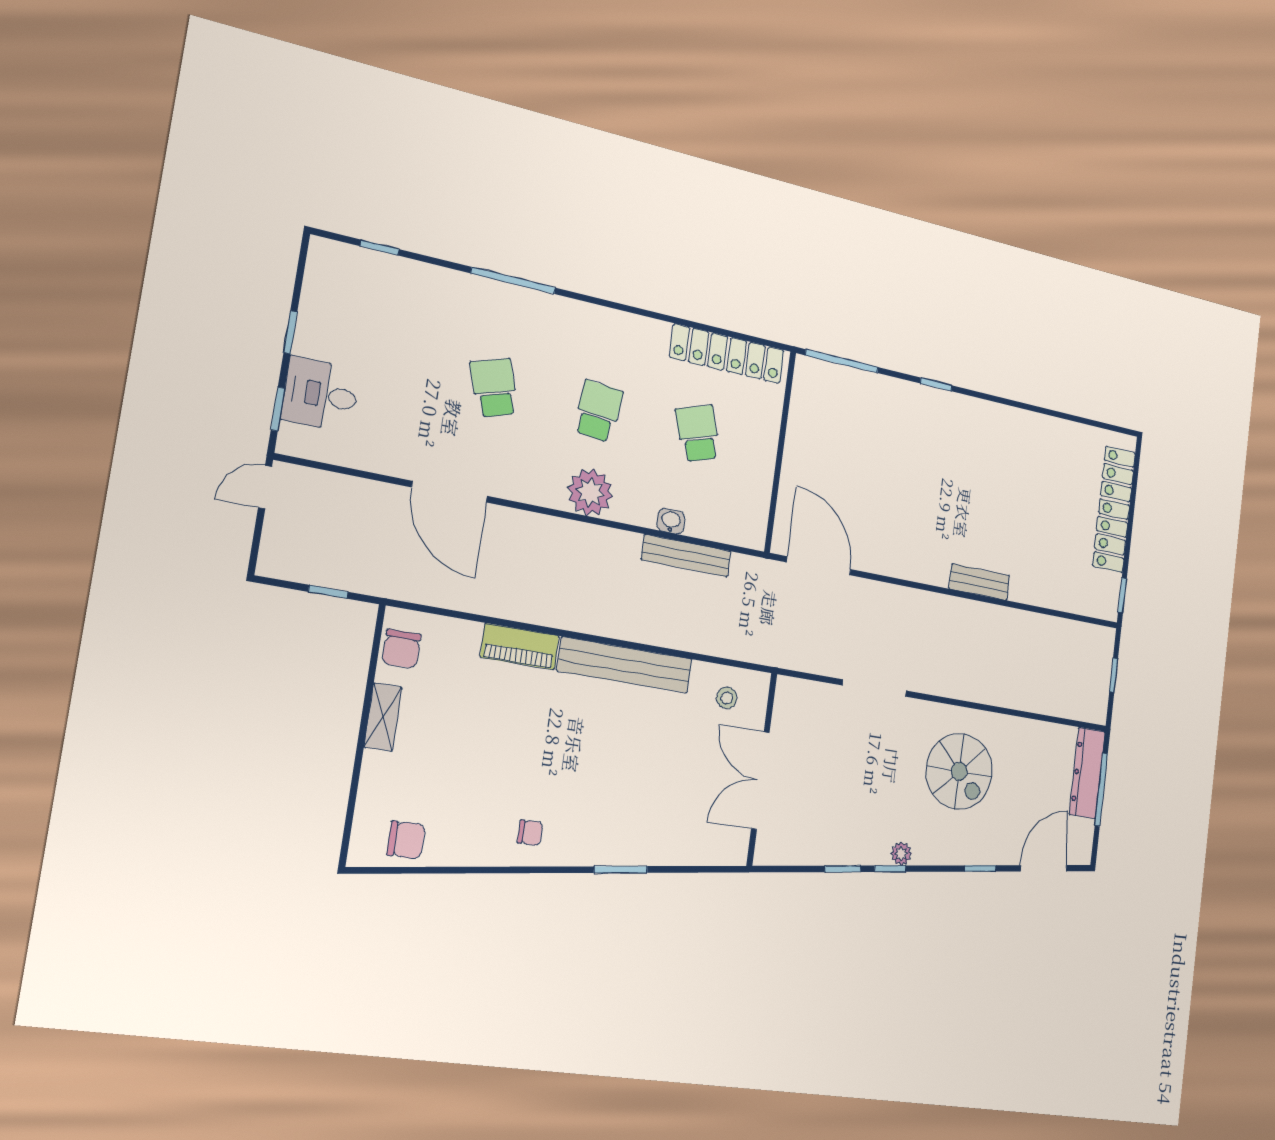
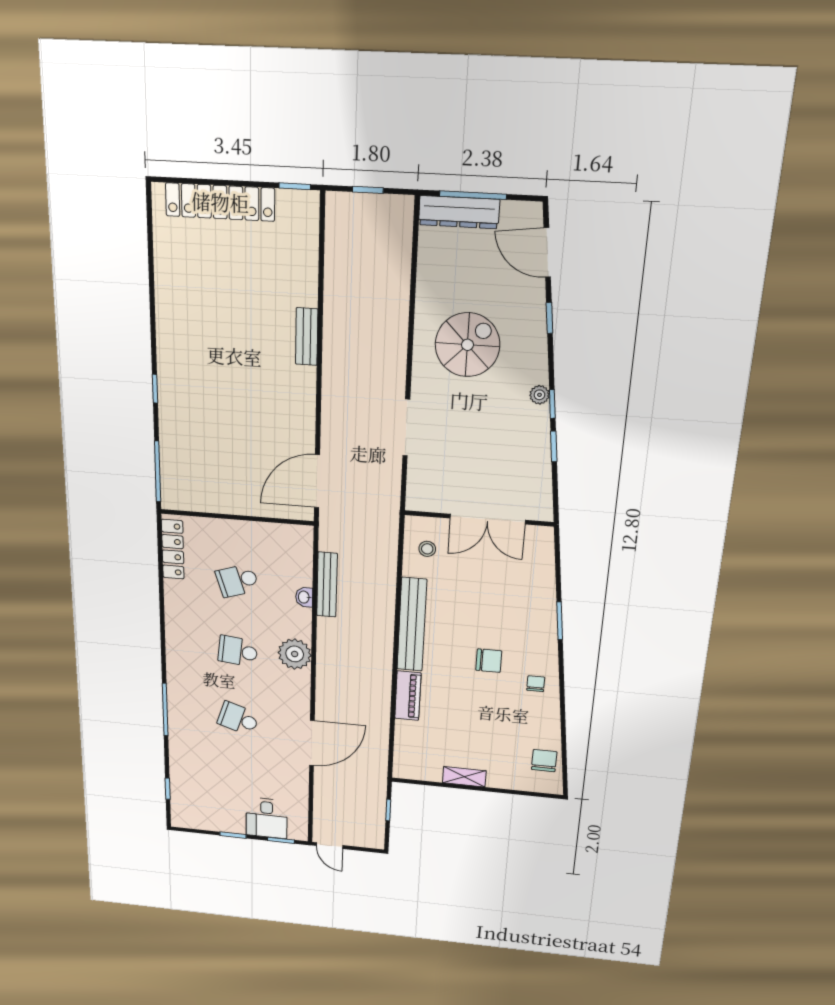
locker: (727, 354) -> (173, 549), width x0.71, depth x0.83
school desk: (494, 388) -> (238, 719), turned 36
chair: (401, 649) -> (489, 661), moved

